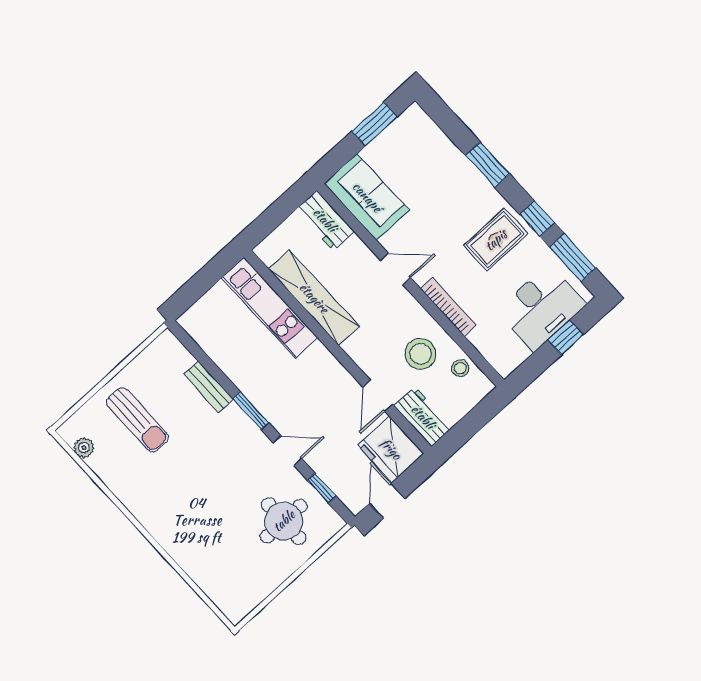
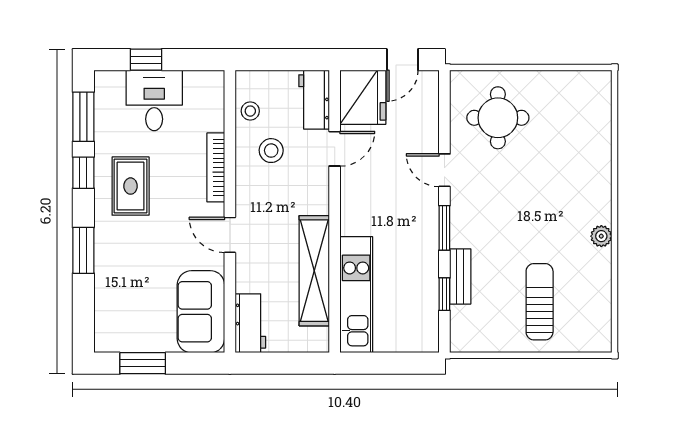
rug: (496, 240) -> (131, 186), turned 90
desk: (541, 308) -> (154, 100), width x0.73
stool: (421, 354) -> (271, 151), width x0.73, depth x0.73
plant: (84, 448) -> (601, 236), moved
window: (322, 488) -> (444, 294), moved

